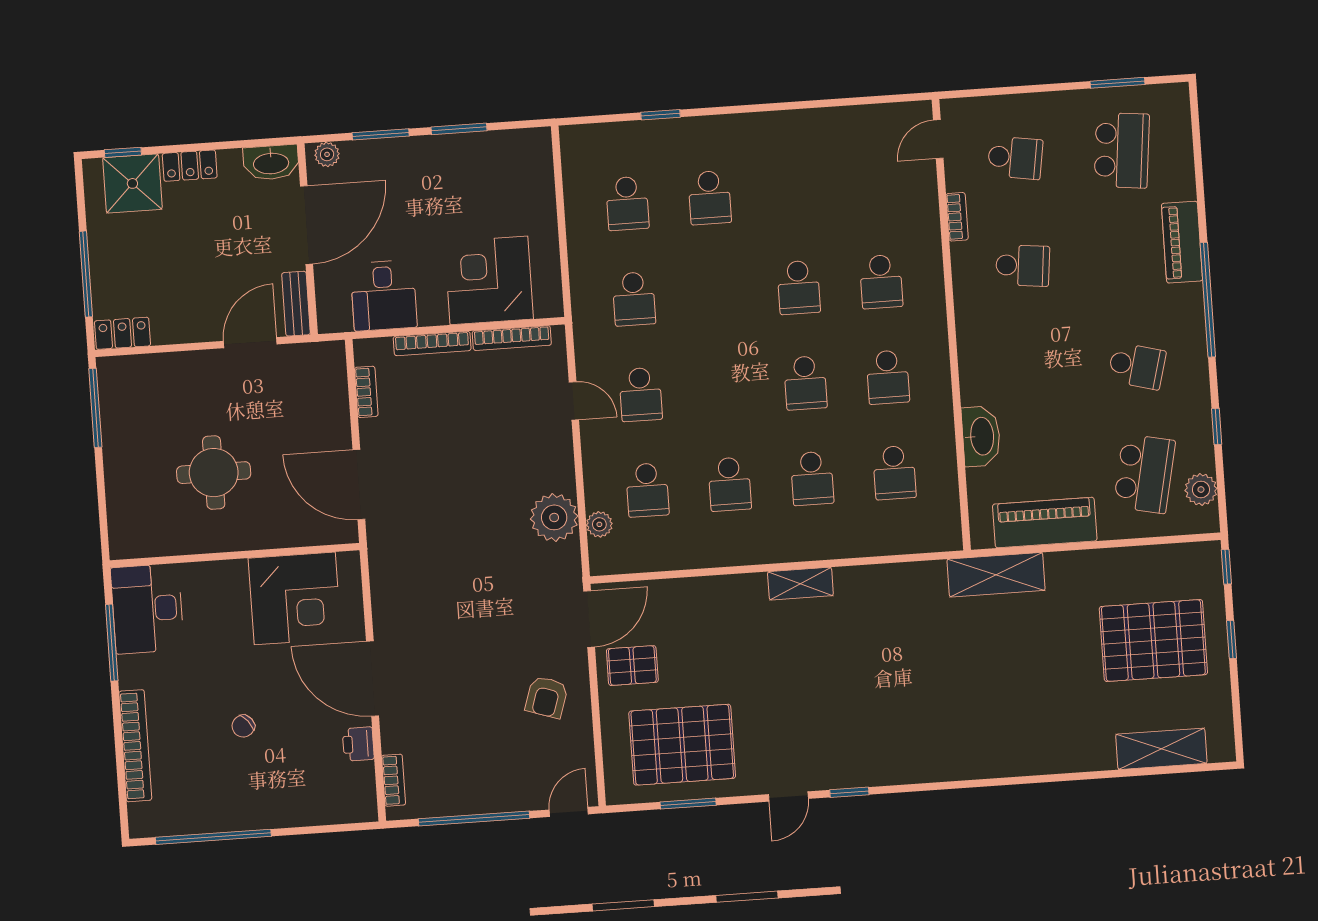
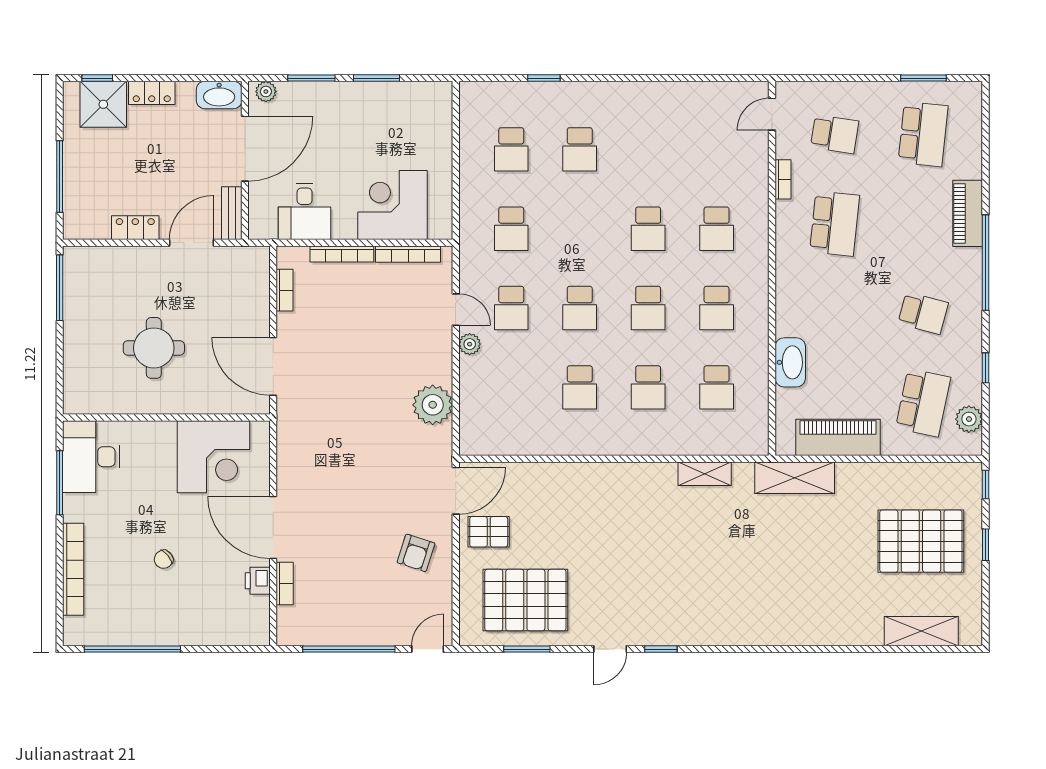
school desk: (1023, 266) -> (835, 224), width x1.85
locker: (122, 333) -> (135, 228), moved
school desk: (647, 490) -> (580, 308), moved
plant: (599, 524) -> (470, 344), moved
shelving: (800, 584) -> (705, 474), moved
bookcase: (394, 780) -> (285, 584), moved

